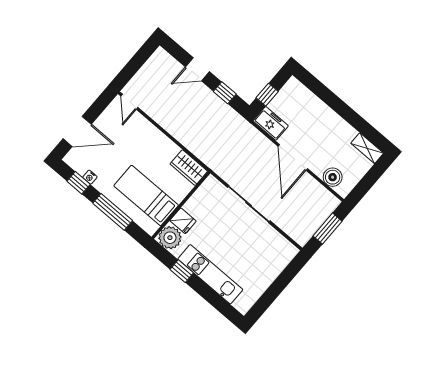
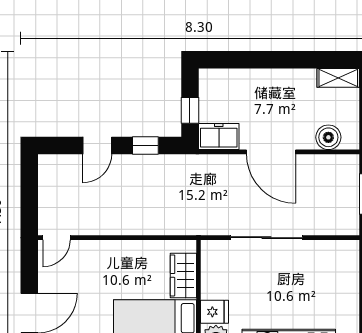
door: (129, 102) -> (56, 238), hinge flipped
wardrobe: (189, 168) -> (183, 275), moved, turned 90

